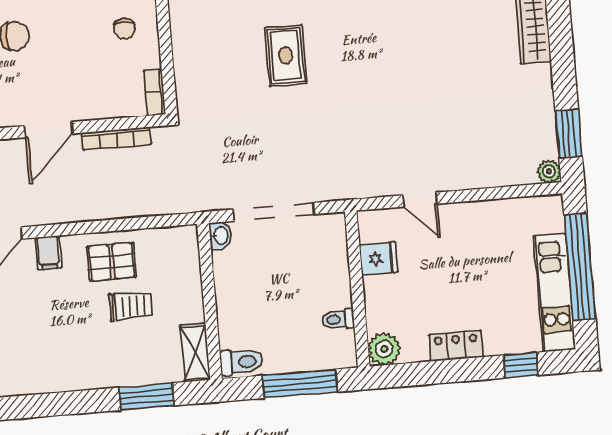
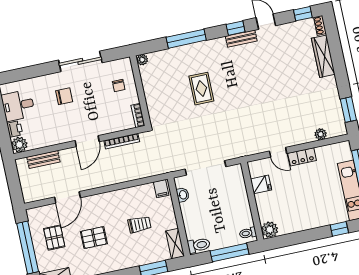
plant: (549, 171) -> (321, 134), moved
washbasin: (220, 235) -> (183, 195), moved
filing cabinet: (48, 253) -> (161, 189), moved
pallet: (112, 262) -> (94, 238), moved
toilet: (338, 319) -> (248, 233), moved
locker: (456, 346) -> (302, 157), moved, turned 180

